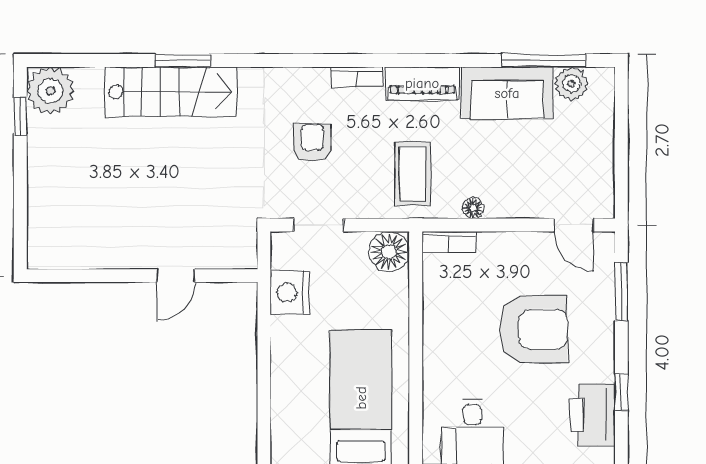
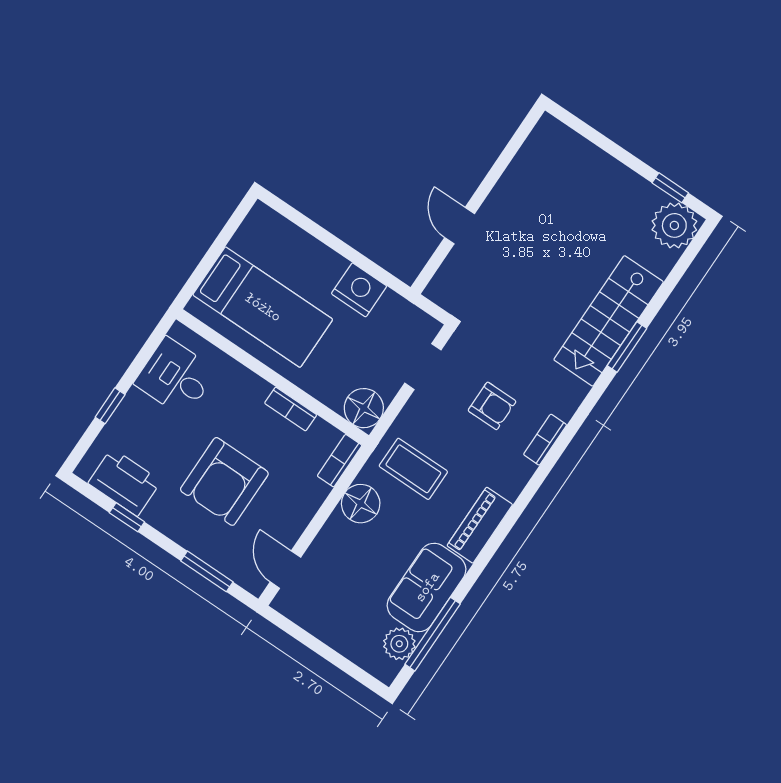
bookcase: (357, 77) -> (545, 440), moved
floor lamp: (473, 208) -> (361, 504), width x1.89, depth x1.89
door: (574, 225) -> (285, 570), hinge flipped
nightstand: (290, 292) -> (359, 290), moved
bookcase: (432, 314) -> (291, 409), added

